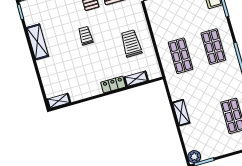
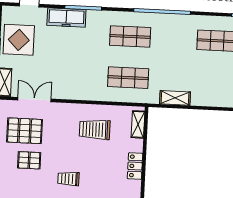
shelving: (136, 79) -> (138, 124), moved
shelving: (181, 113) -> (175, 98), moved

